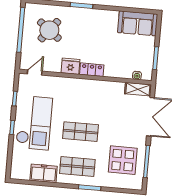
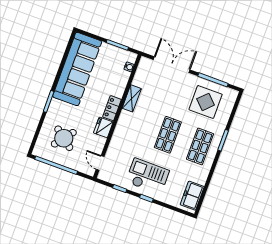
sofa: (138, 23) -> (77, 69), width x1.85, depth x1.27
shelving: (138, 89) -> (132, 98), moved
checkout: (34, 123) -> (148, 176), width x0.73, depth x0.83
freezer: (44, 173) -> (192, 196), moved

